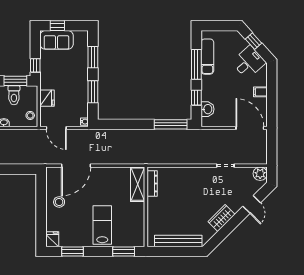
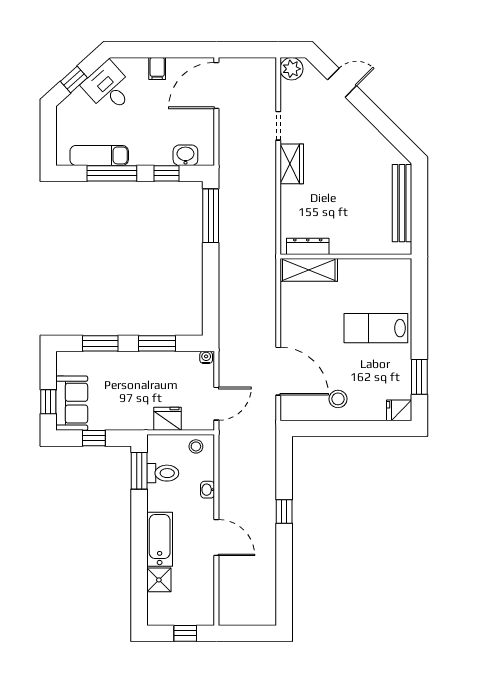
window: (35, 65) -> (94, 438), moved
wardrobe: (222, 218) -> (292, 164), moved, turned -135
window: (124, 251) -> (419, 293), removed

